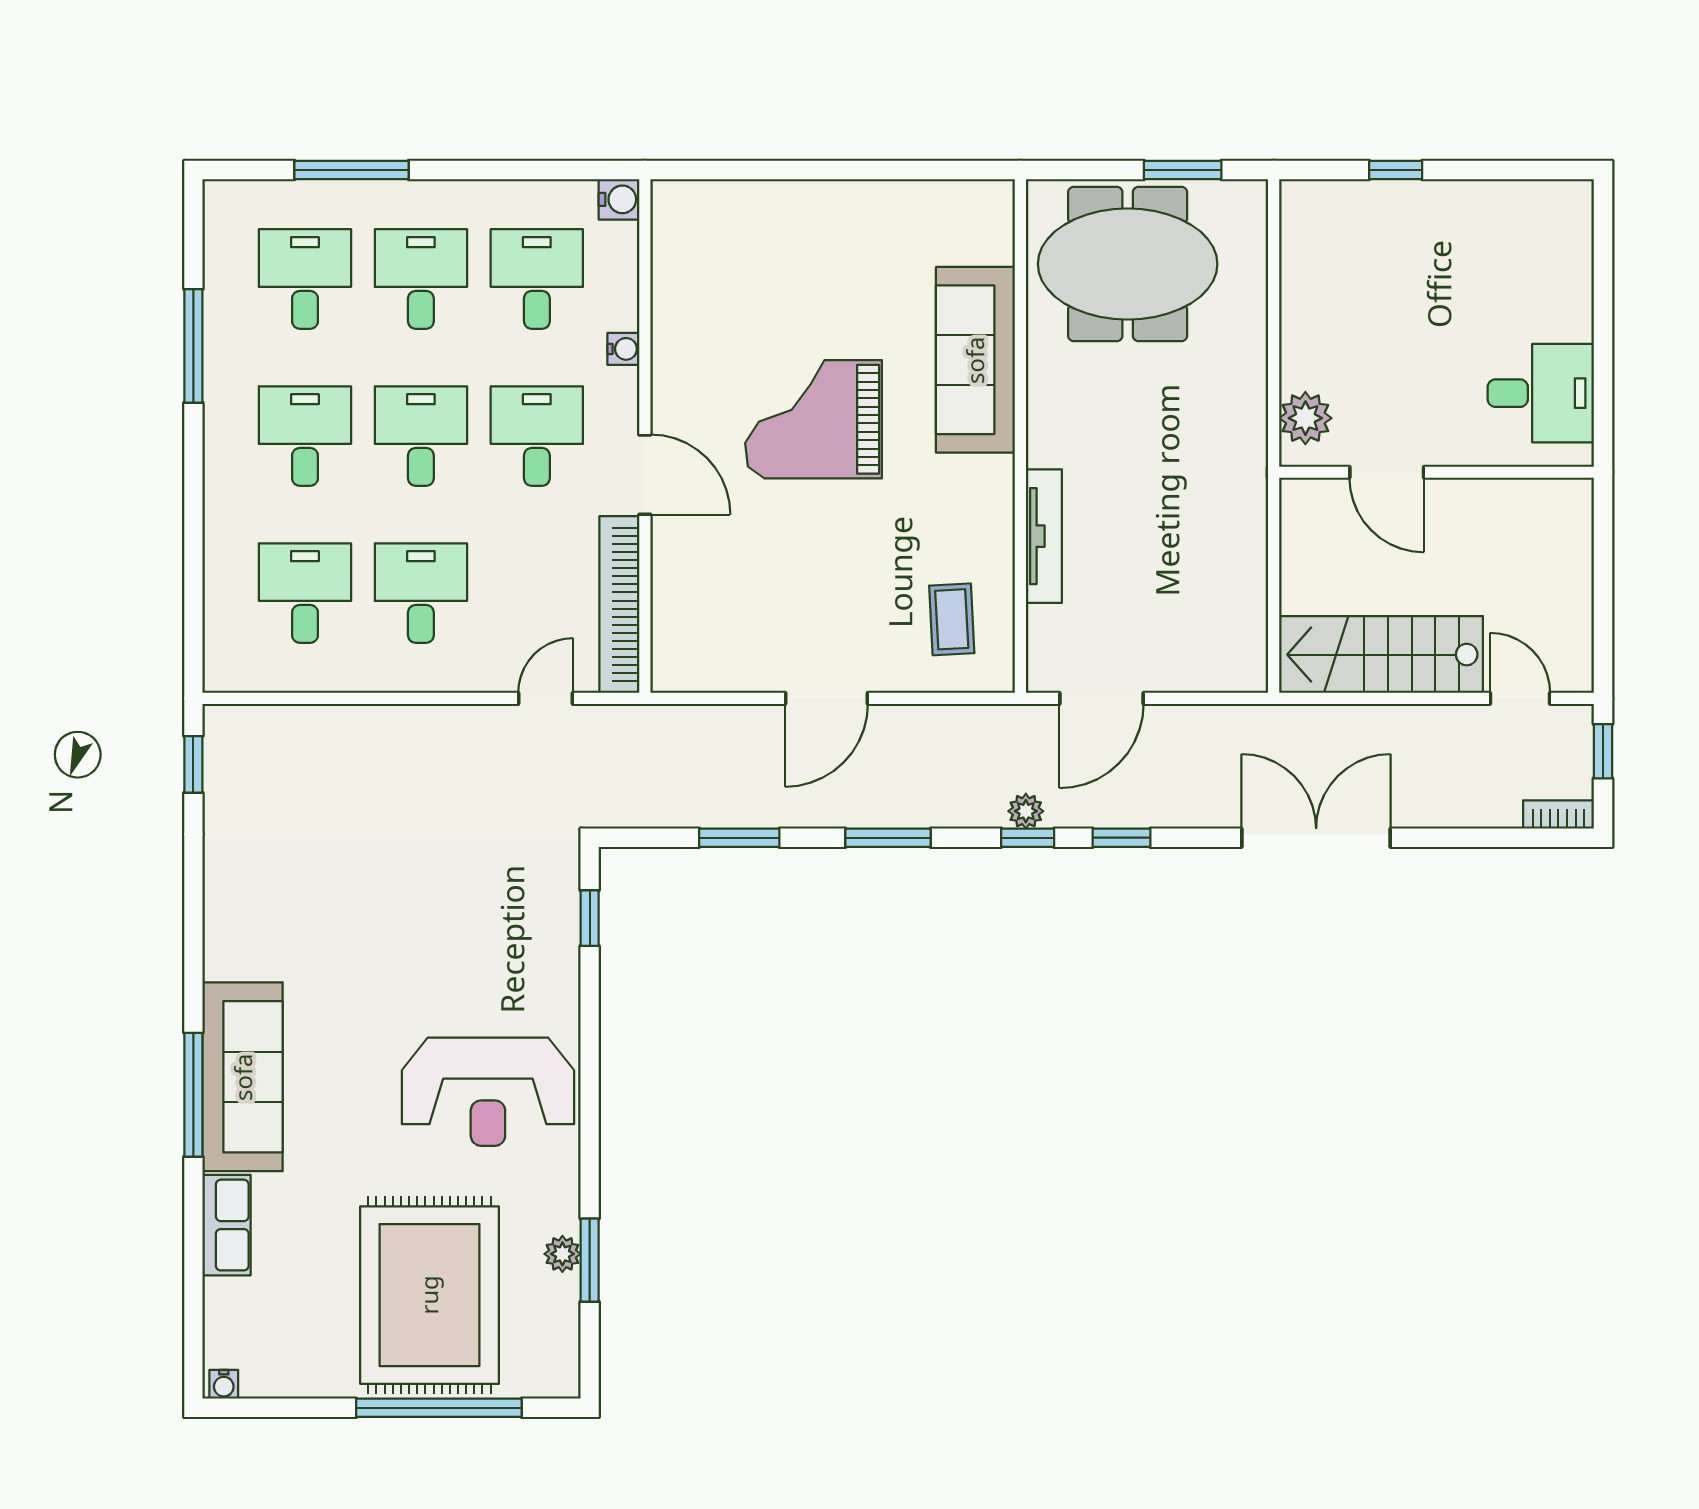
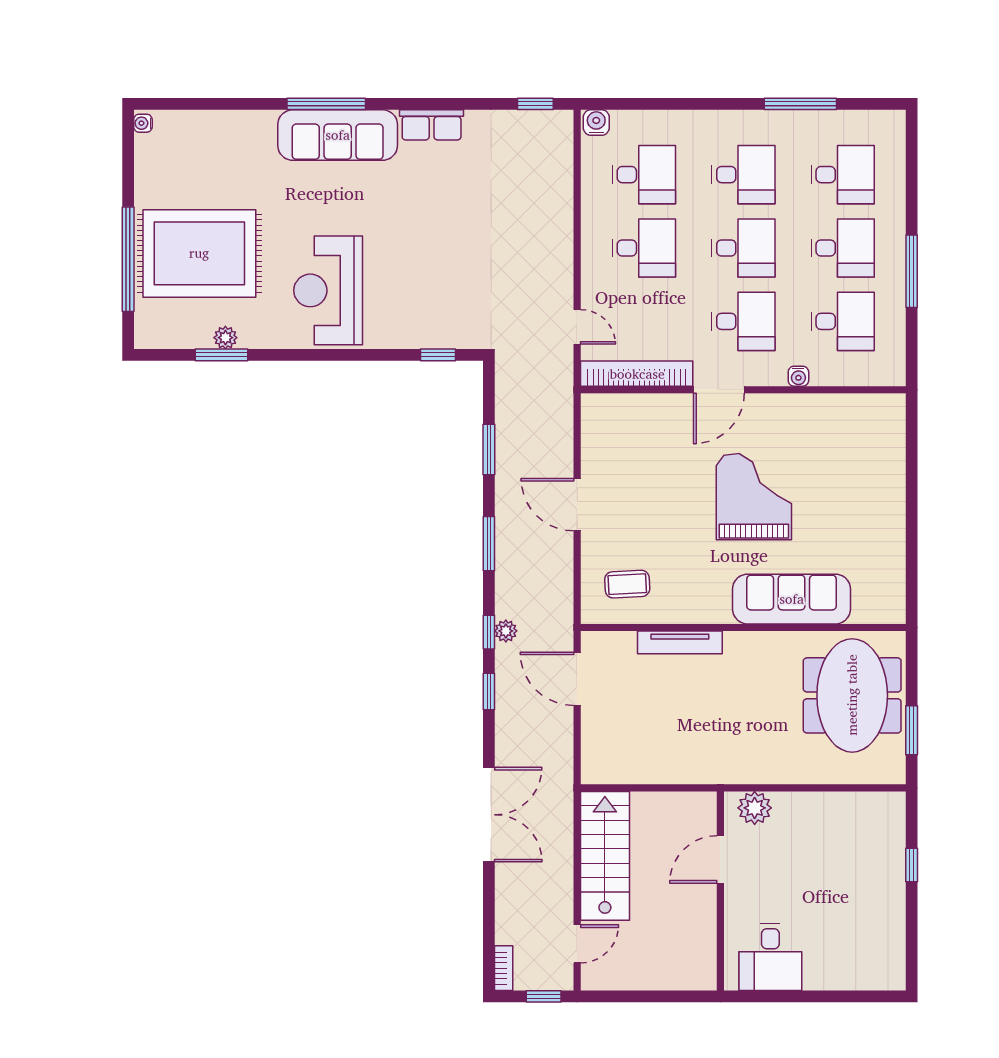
window: (351, 170) -> (912, 271), moved
water cooler: (619, 199) -> (596, 123), moved, turned 180
row of seats: (226, 1225) -> (432, 125), moved

